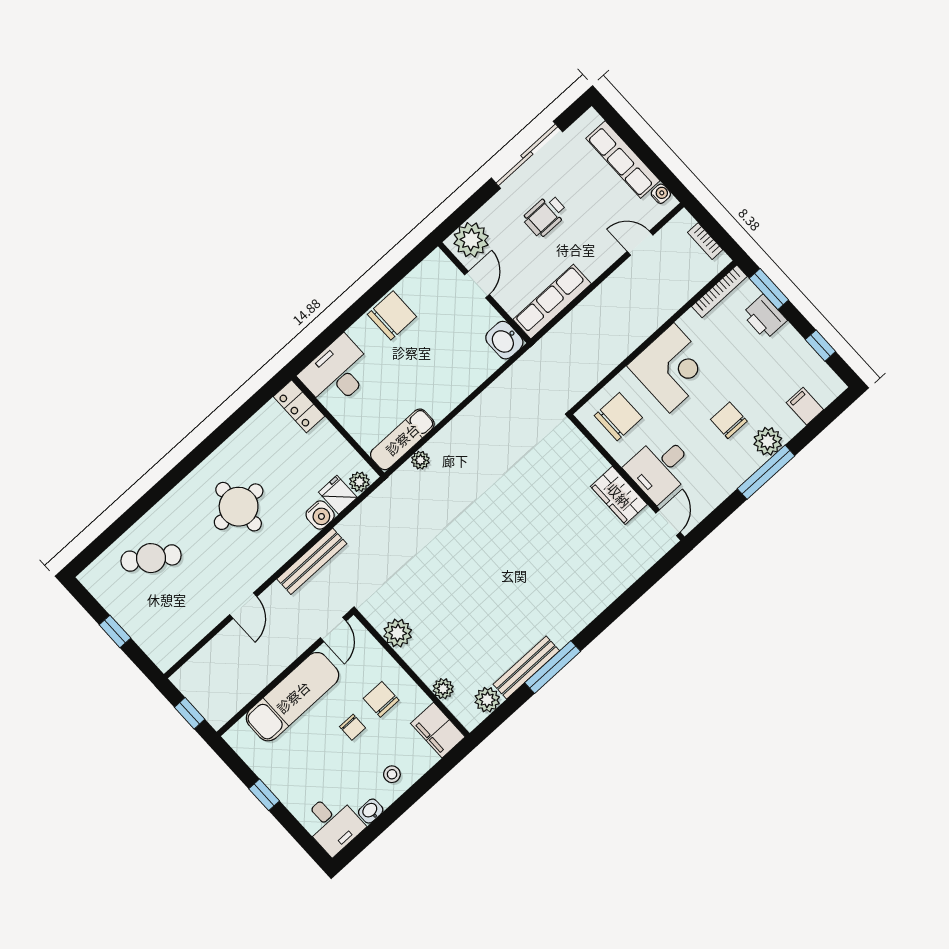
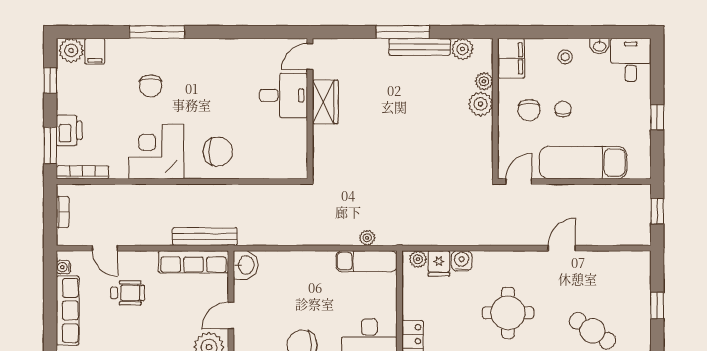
wheelchair: (545, 216) -> (128, 293), moved
chair: (618, 417) -> (218, 152), turned 180
plant: (768, 441) -> (71, 50), moved
desk: (660, 468) -> (284, 95), moved
wall: (627, 477) -> (310, 109), moved
wardrobe: (619, 495) -> (325, 102), moved
door: (668, 523) -> (310, 57), moved
bench: (312, 561) -> (205, 237), moved
plant: (398, 633) -> (481, 104), moved

